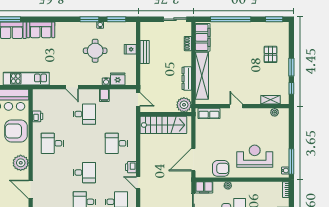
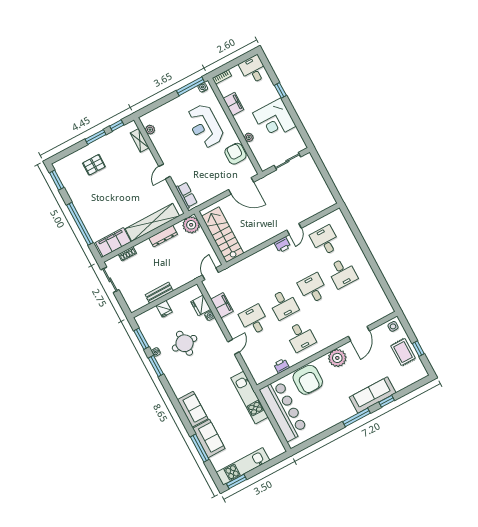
filing cabinet: (104, 95) -> (222, 305), width x2.00
desk: (116, 143) -> (283, 304), moved
filing cabinet: (204, 187) -> (233, 104), moved

